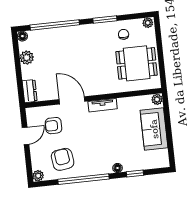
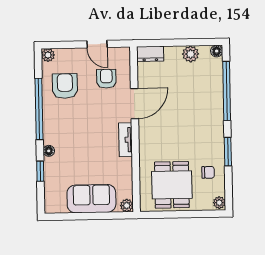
armchair: (63, 159) -> (65, 86), turned -82

